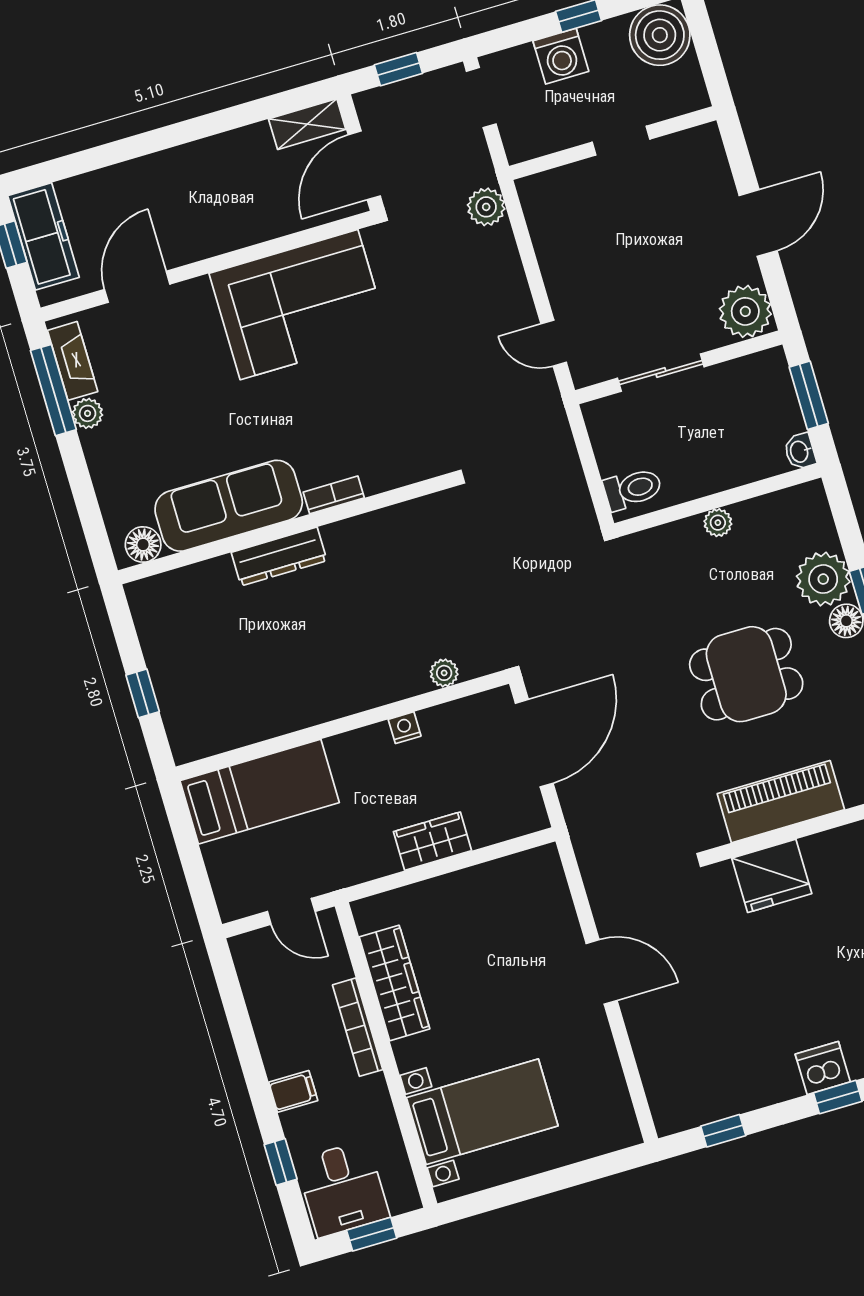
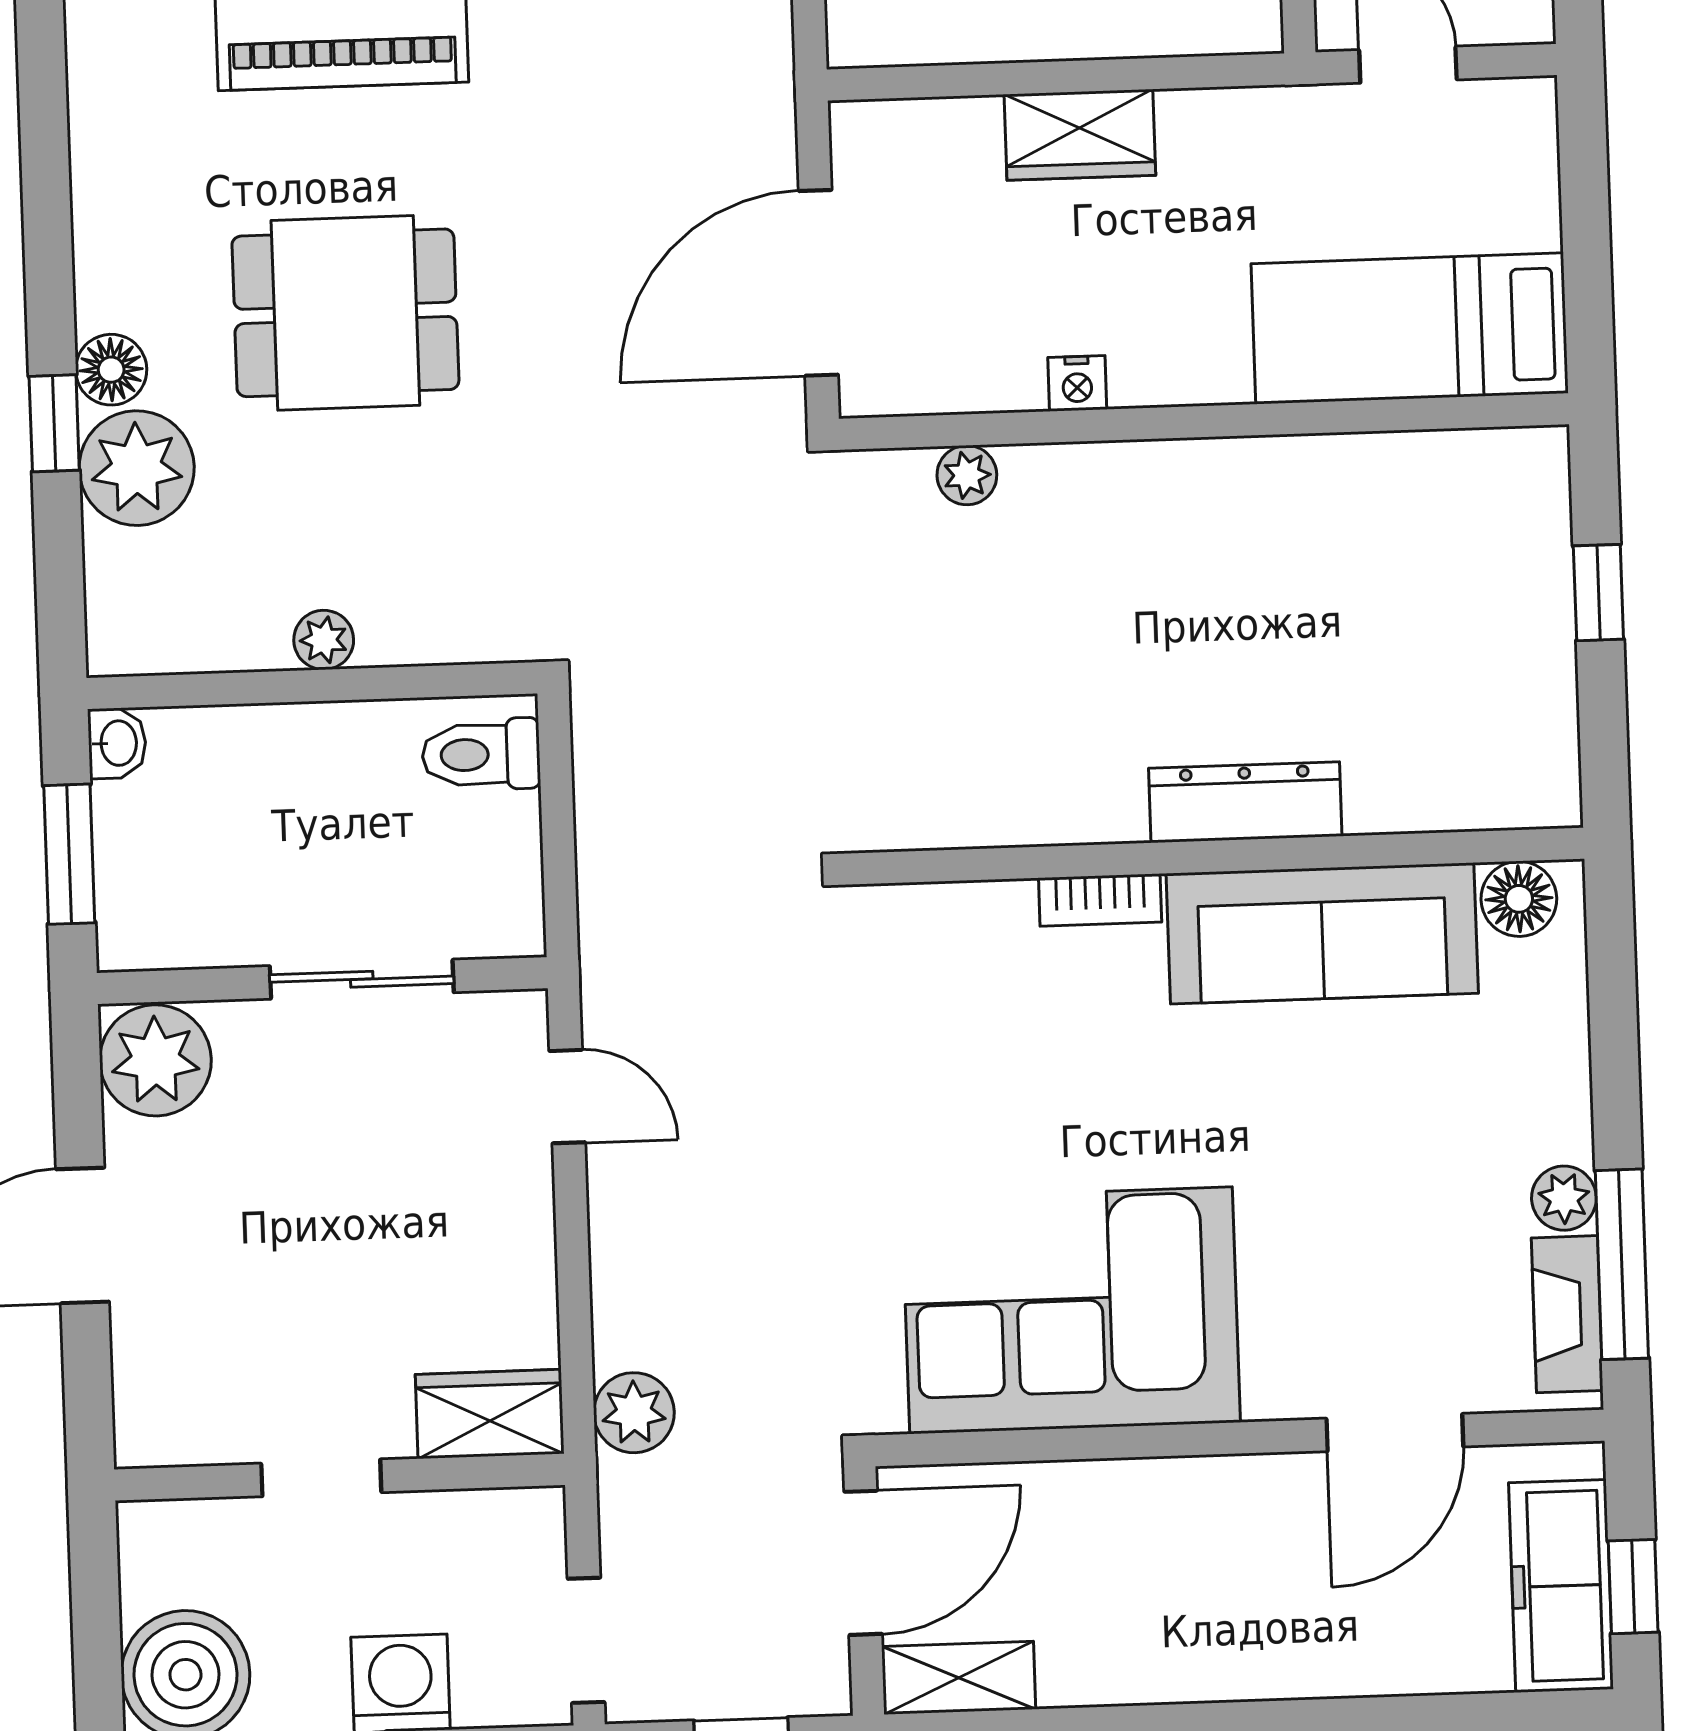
wardrobe: (552, 189) -> (490, 1414), added

